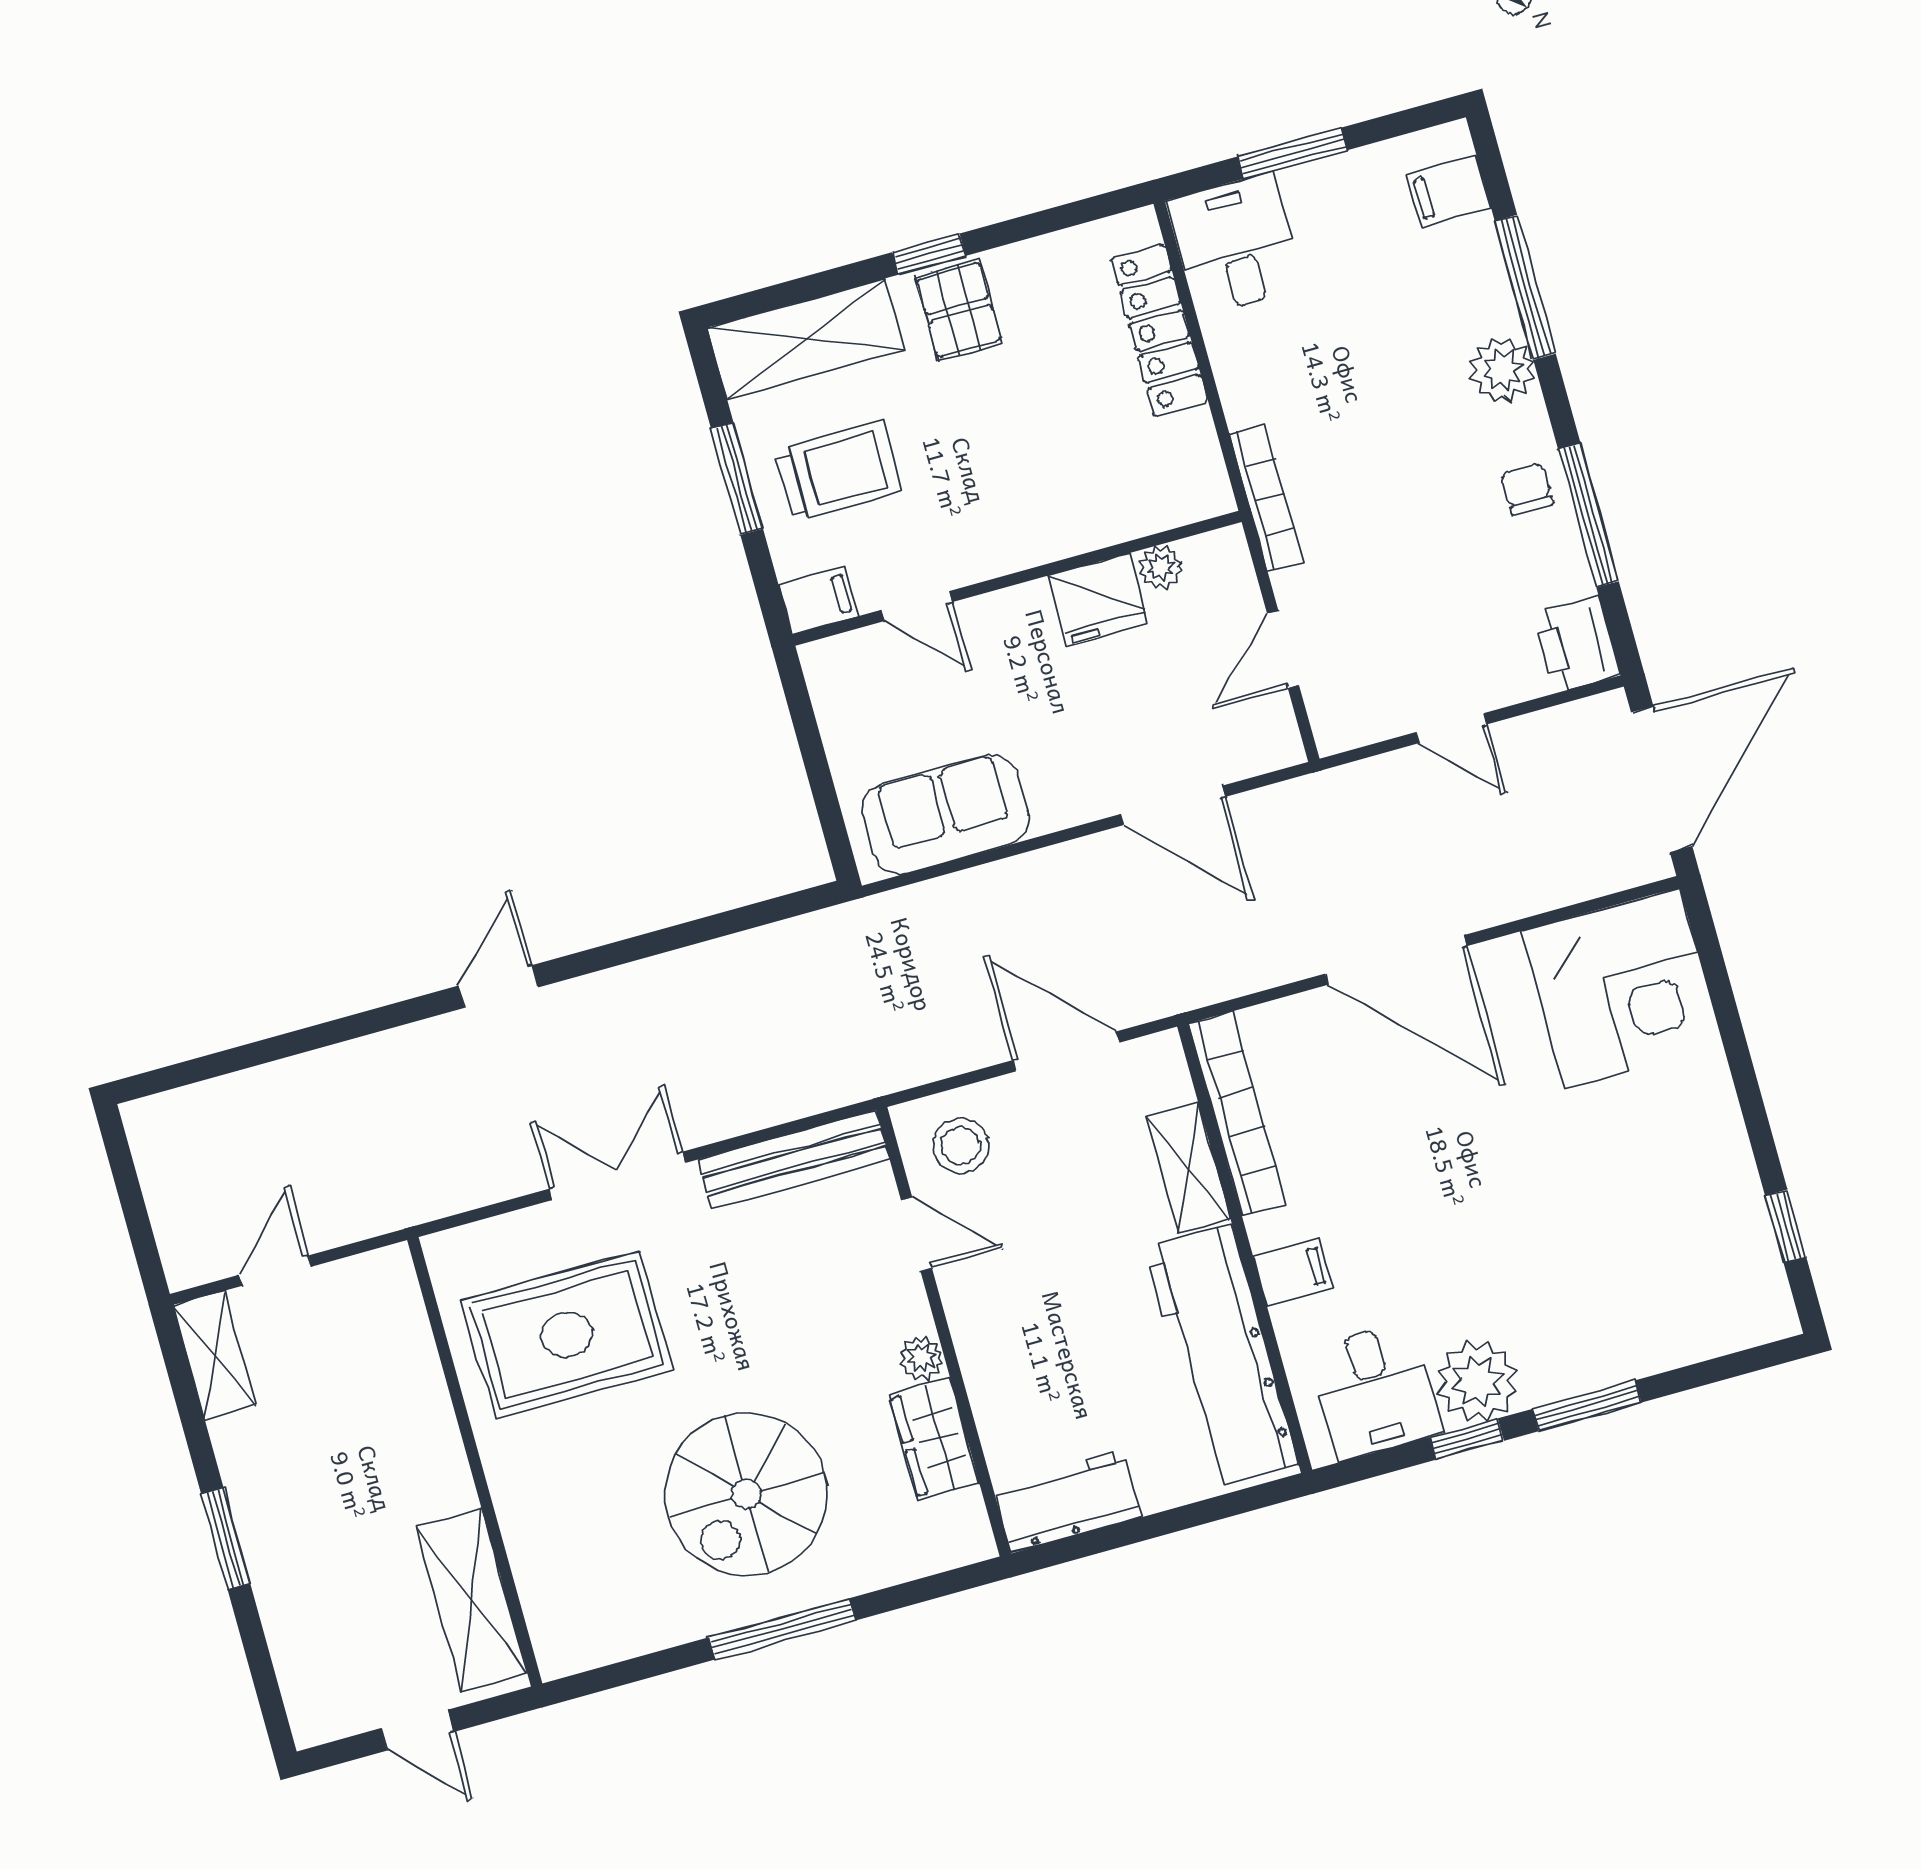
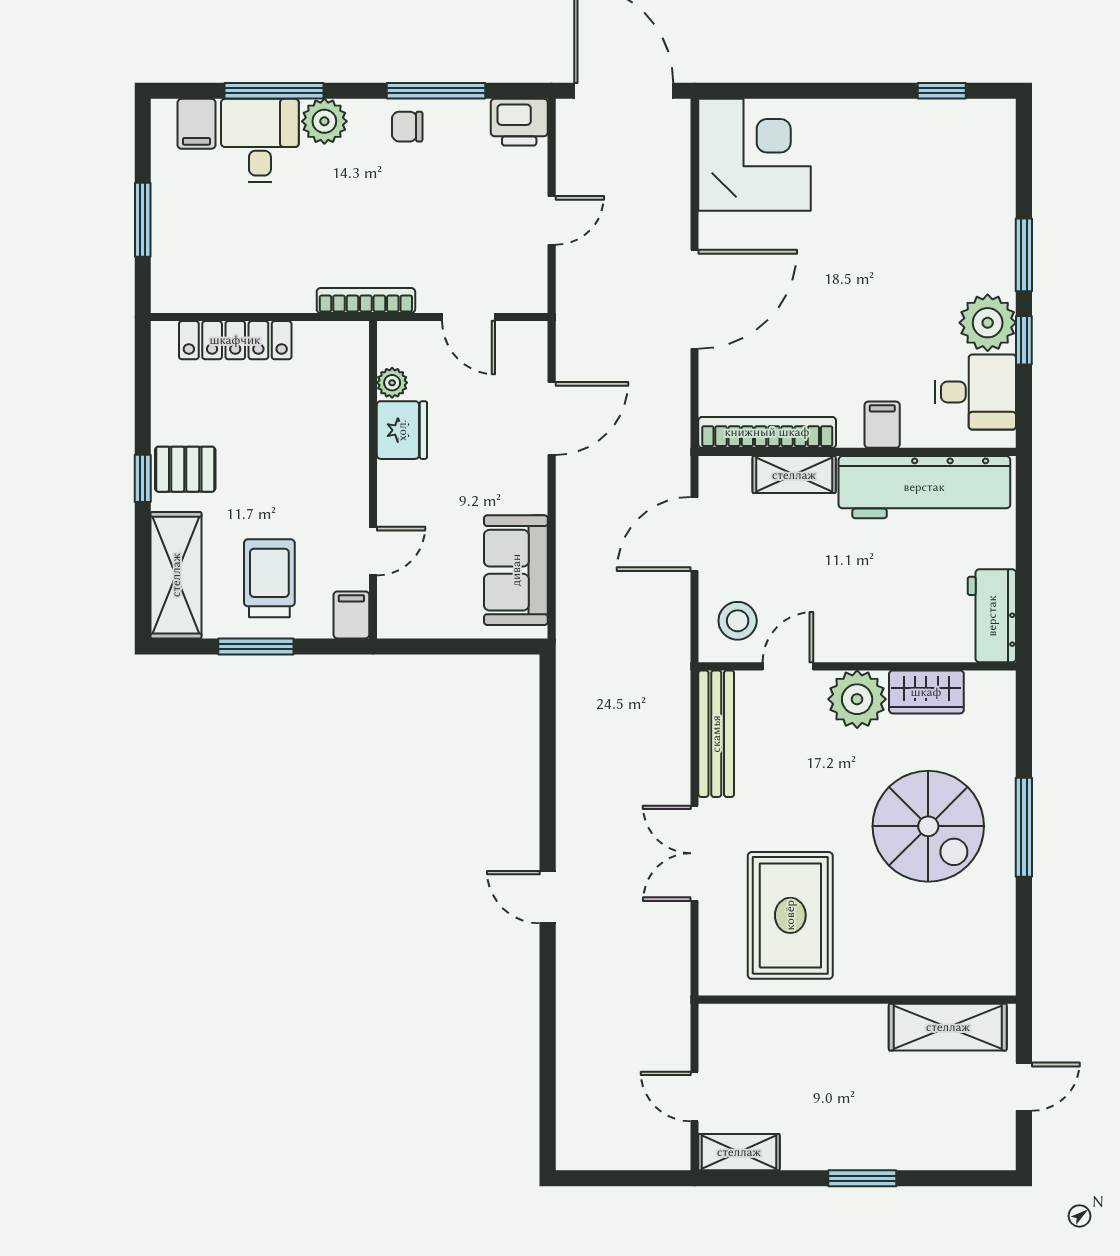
desk: (1236, 244) -> (260, 141), moved, turned 90
plant: (921, 1358) -> (857, 699), width x1.88, depth x1.88

